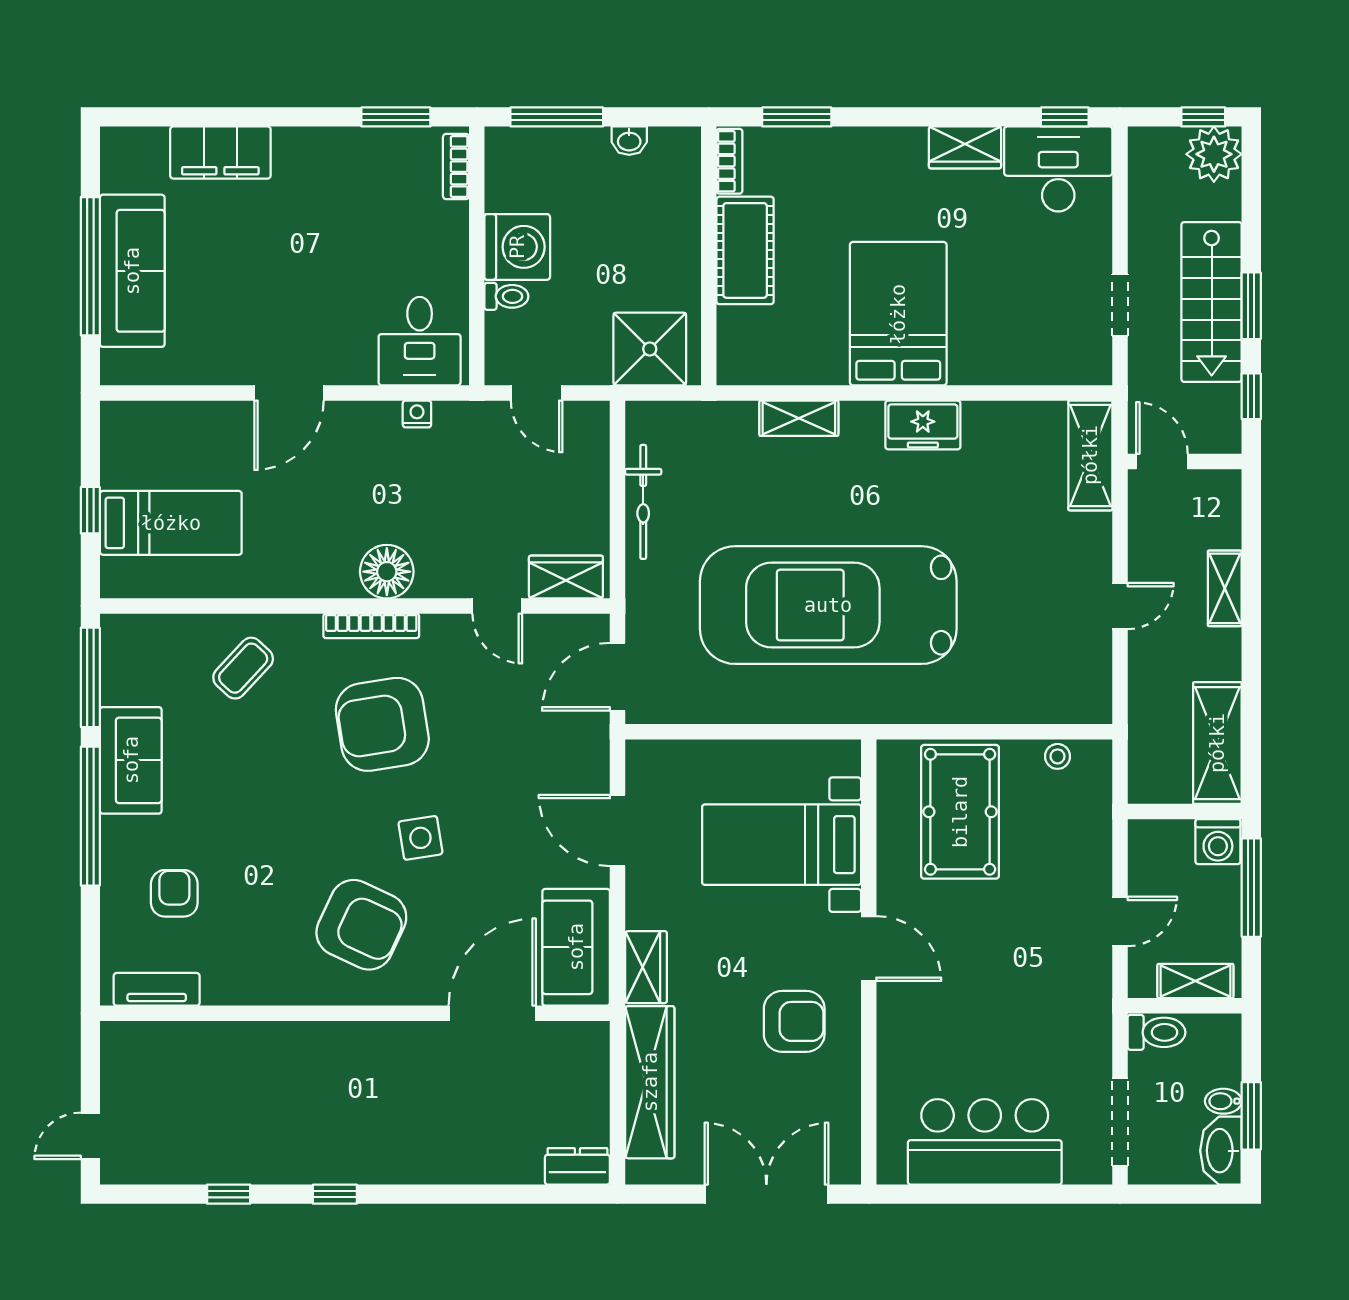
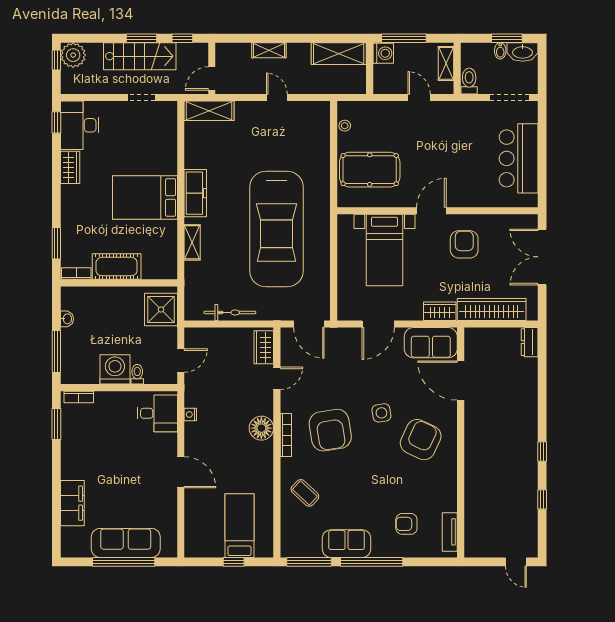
freezer: (923, 425) -> (195, 193), width x1.40

